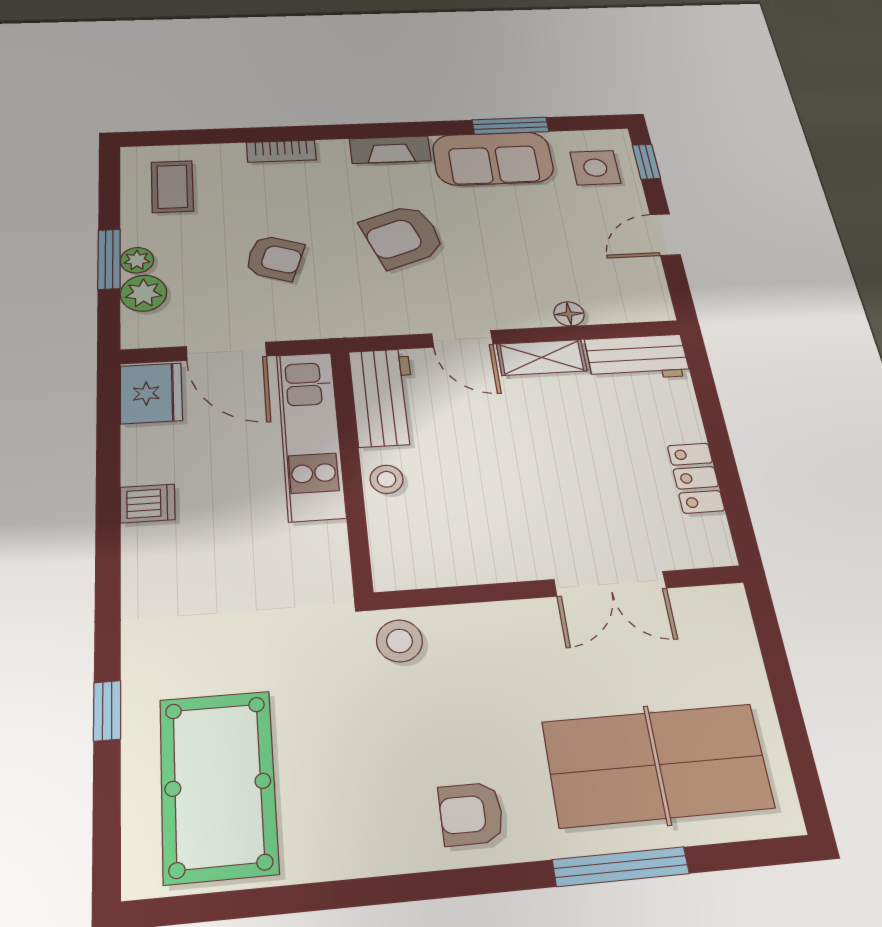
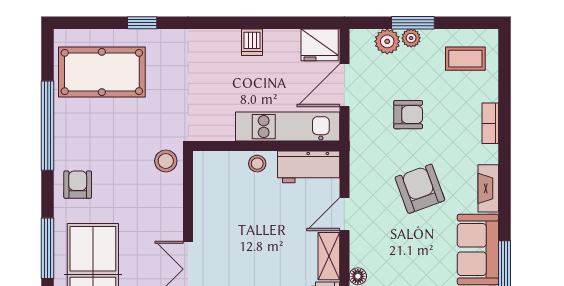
armchair: (274, 258) -> (408, 115), turned -109
window: (346, 894) -> (48, 126), added

